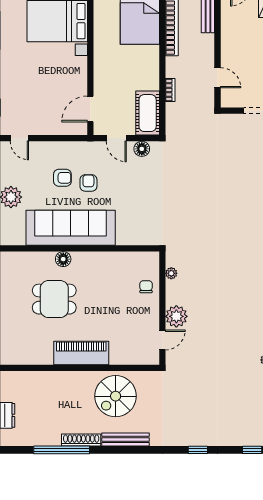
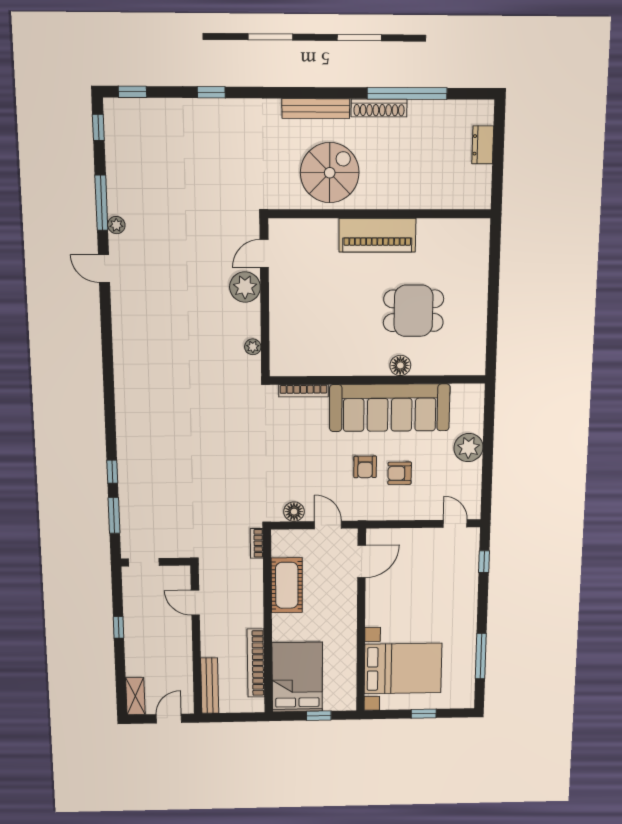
bookcase: (170, 90) -> (257, 543), moved
cot: (148, 113) -> (287, 585), moved
bookcase: (134, 241) -> (303, 391), added
chair: (146, 287) -> (287, 328), removed

